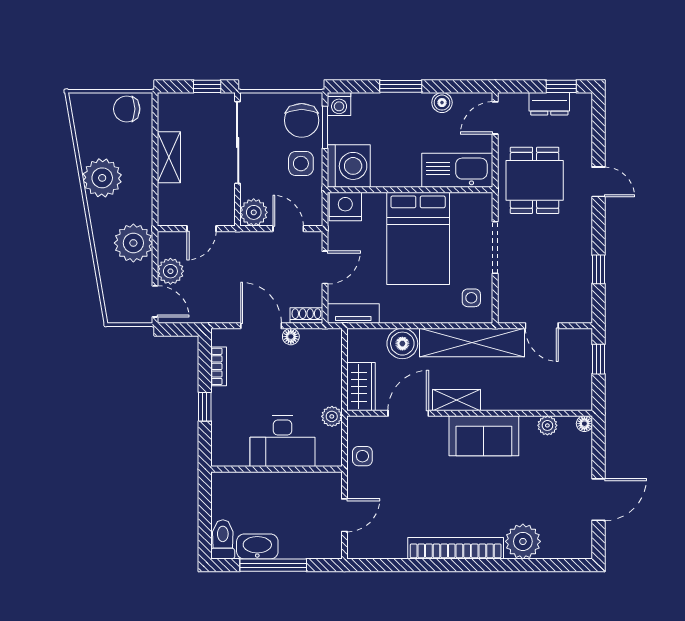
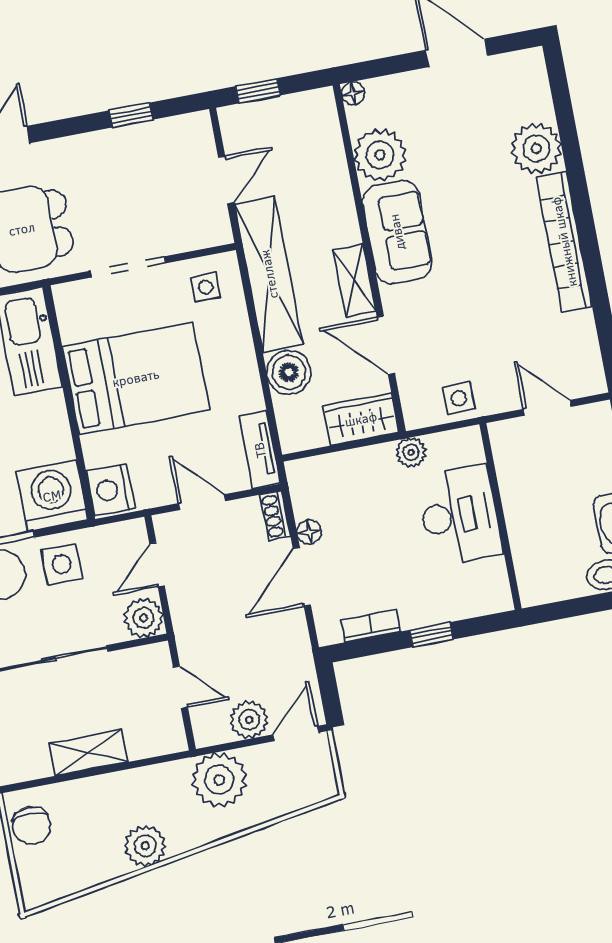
plant: (102, 178) -> (145, 846), width x0.73, depth x0.73
plant: (547, 425) -> (380, 155), width x1.87, depth x1.87

